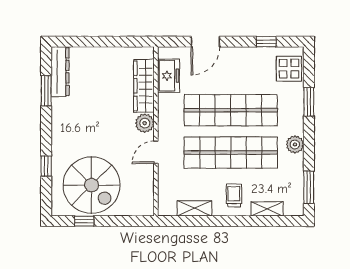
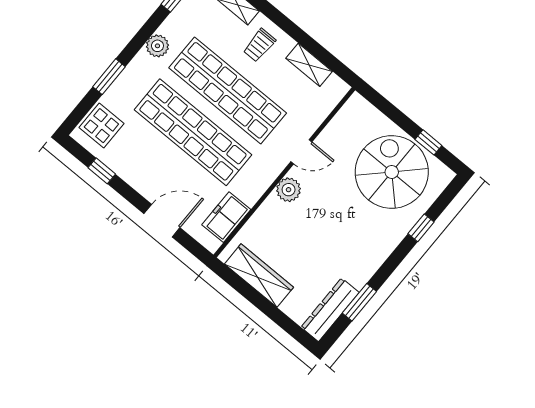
wardrobe: (144, 86) -> (259, 276), moved, turned -90

